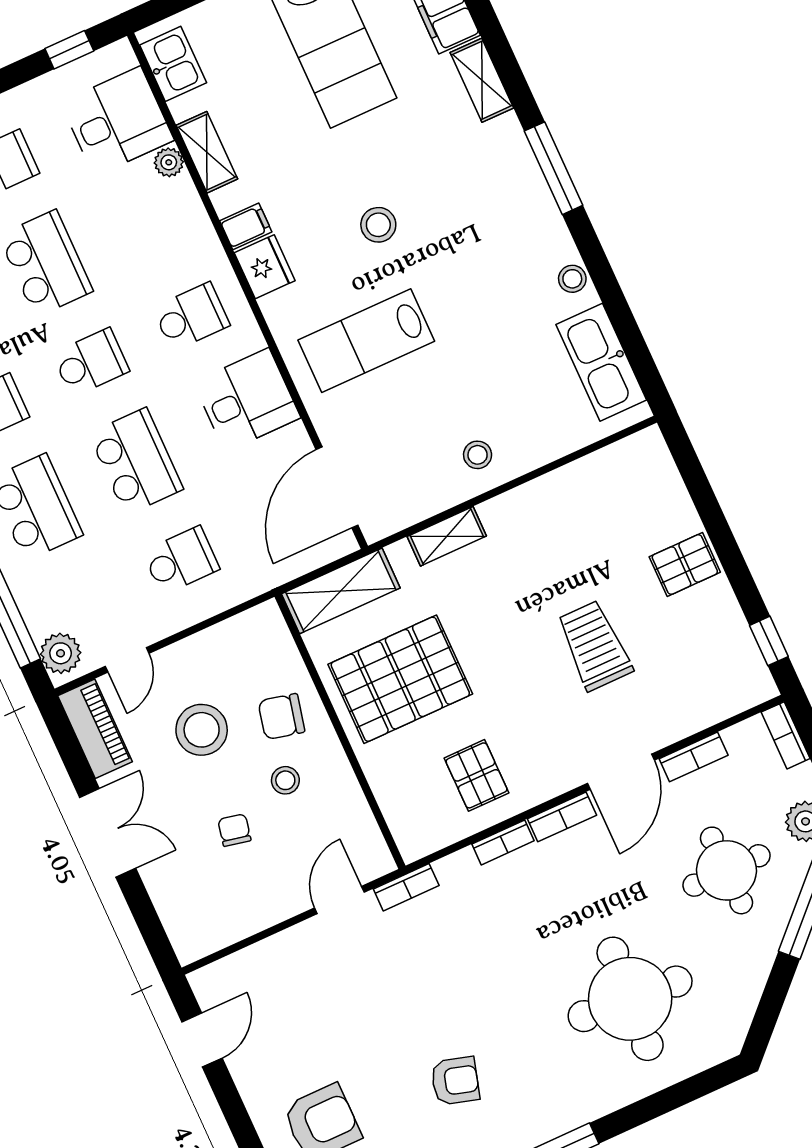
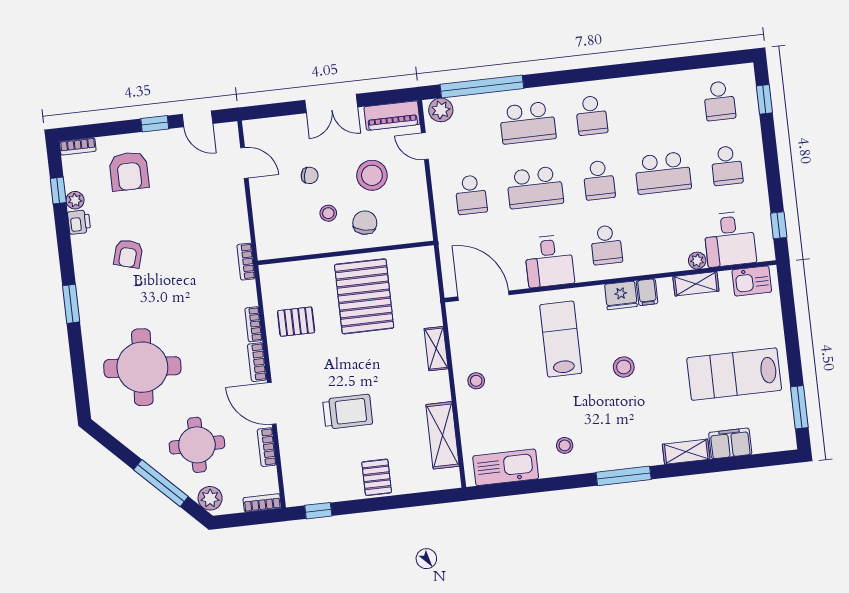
stool: (572, 279) -> (565, 445), moved
shelving: (341, 591) -> (442, 435), moved
door: (339, 900) -> (244, 163), moved
window: (232, 1106) -> (155, 124), added

